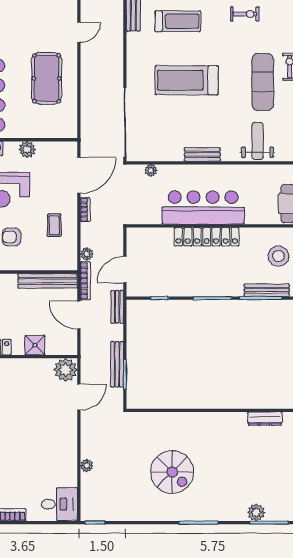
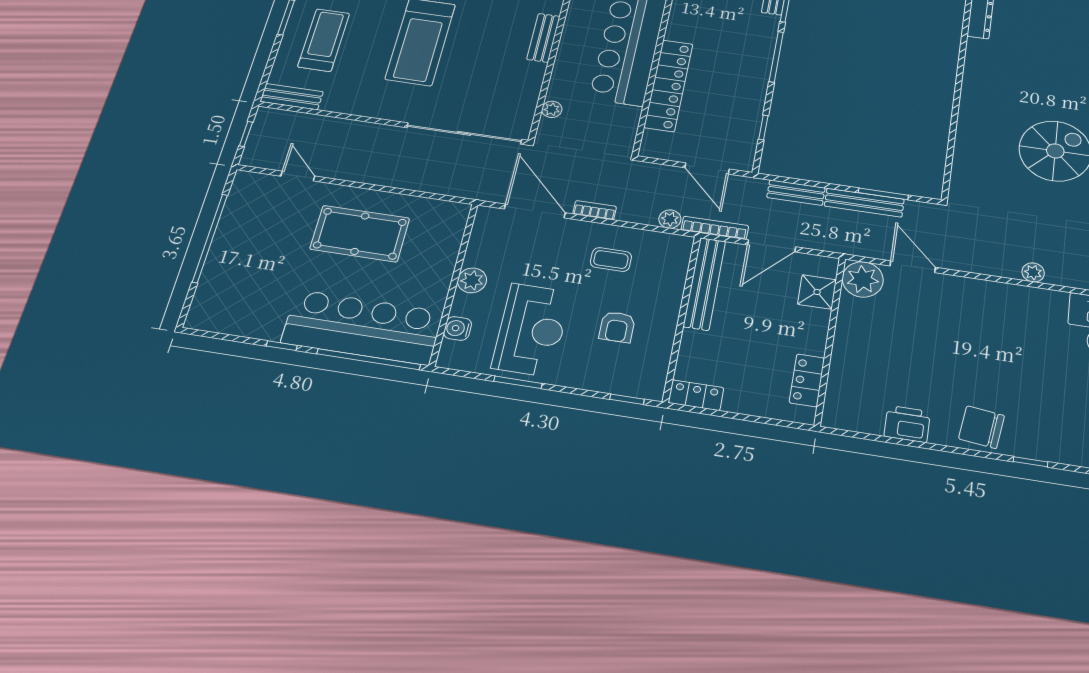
locker: (207, 237) -> (669, 85), moved
bench: (117, 307) -> (796, 193), moved
shower: (35, 345) -> (817, 292), moved

